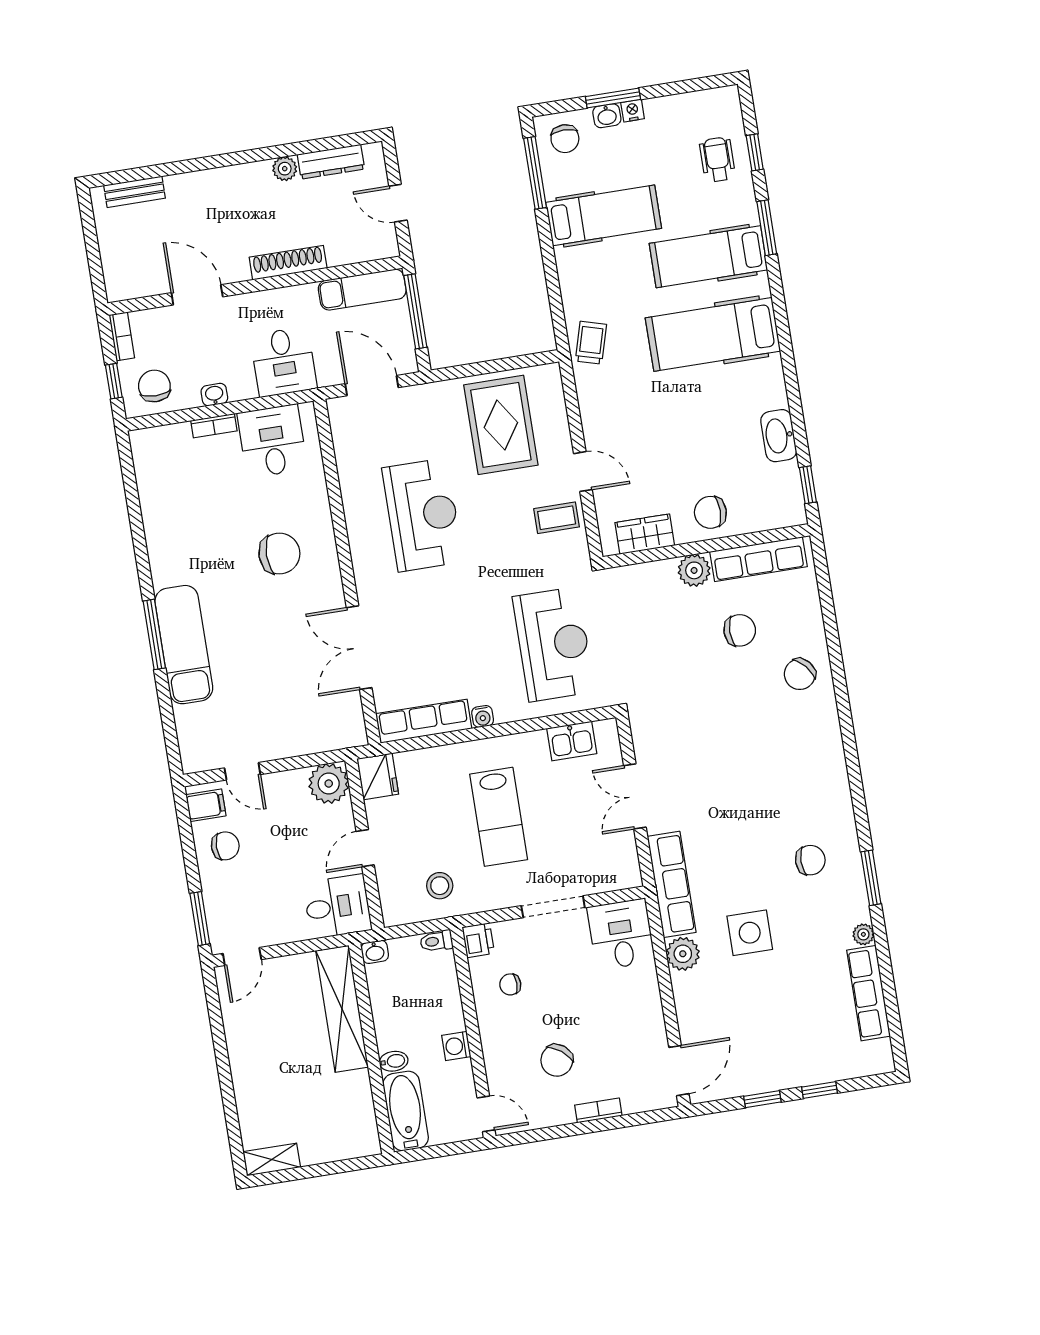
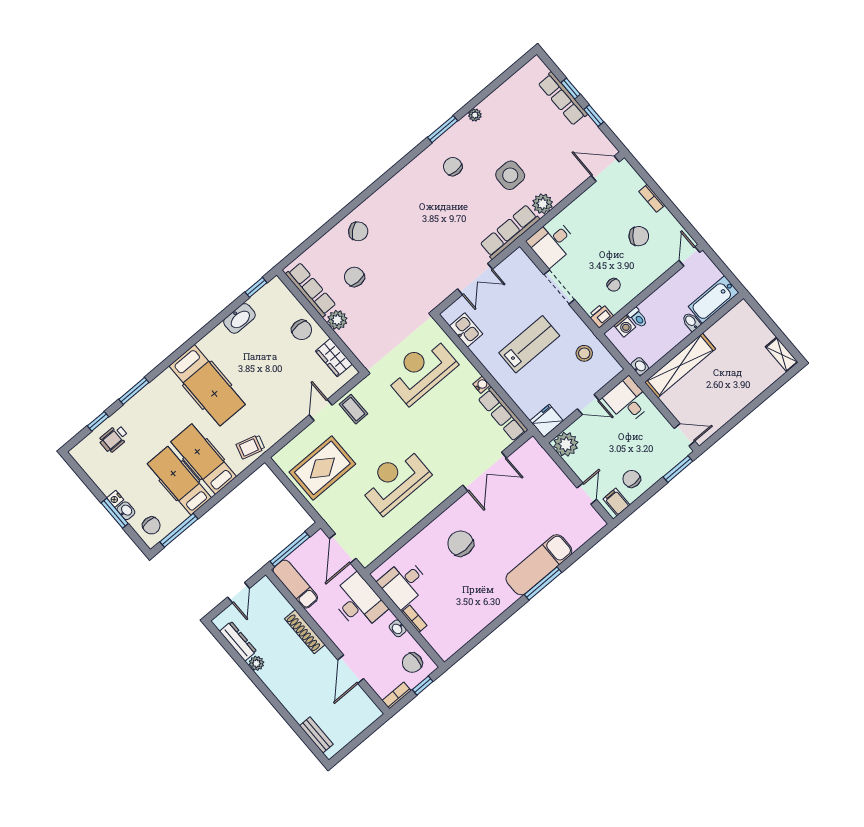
chair: (565, 139) -> (151, 525), turned 90
hospital bed: (708, 257) -> (204, 459), moved, turned 180
desk: (284, 362) -> (358, 602), width x1.37
toilet: (436, 941) -> (638, 318), moved
row of seats: (869, 993) -> (563, 99), moved, turned 90
washing machine: (456, 1046) -> (625, 326), moved

